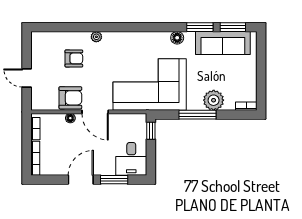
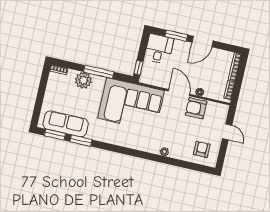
floor lamp: (177, 38) -> (101, 136), removed
armchair: (74, 58) -> (202, 149), moved, turned 90

